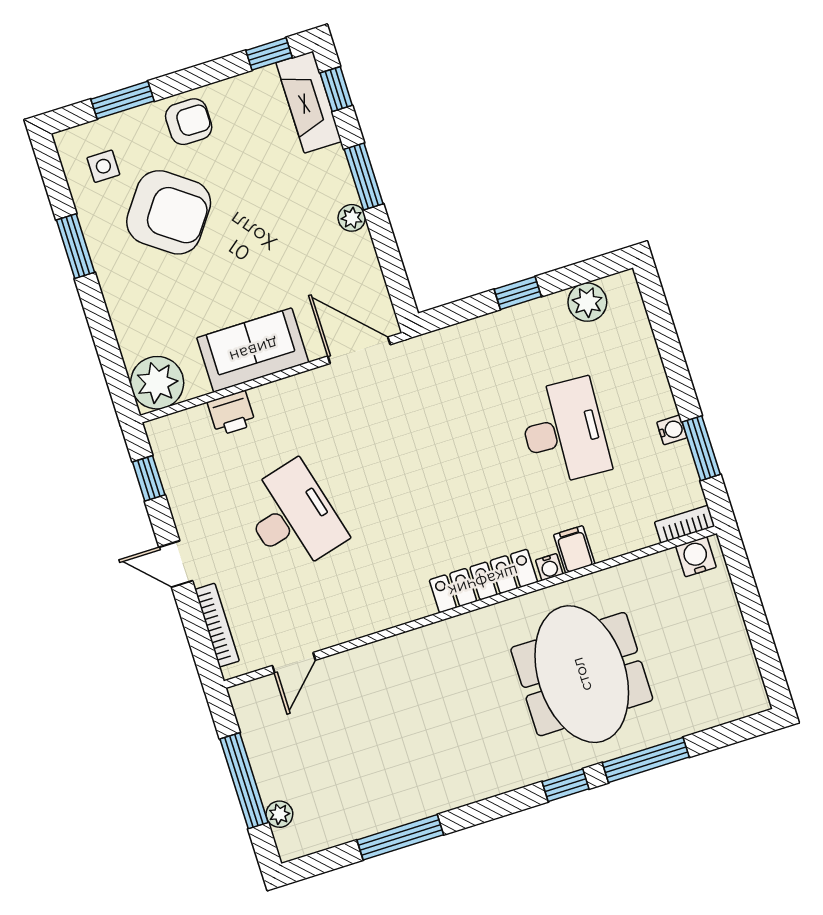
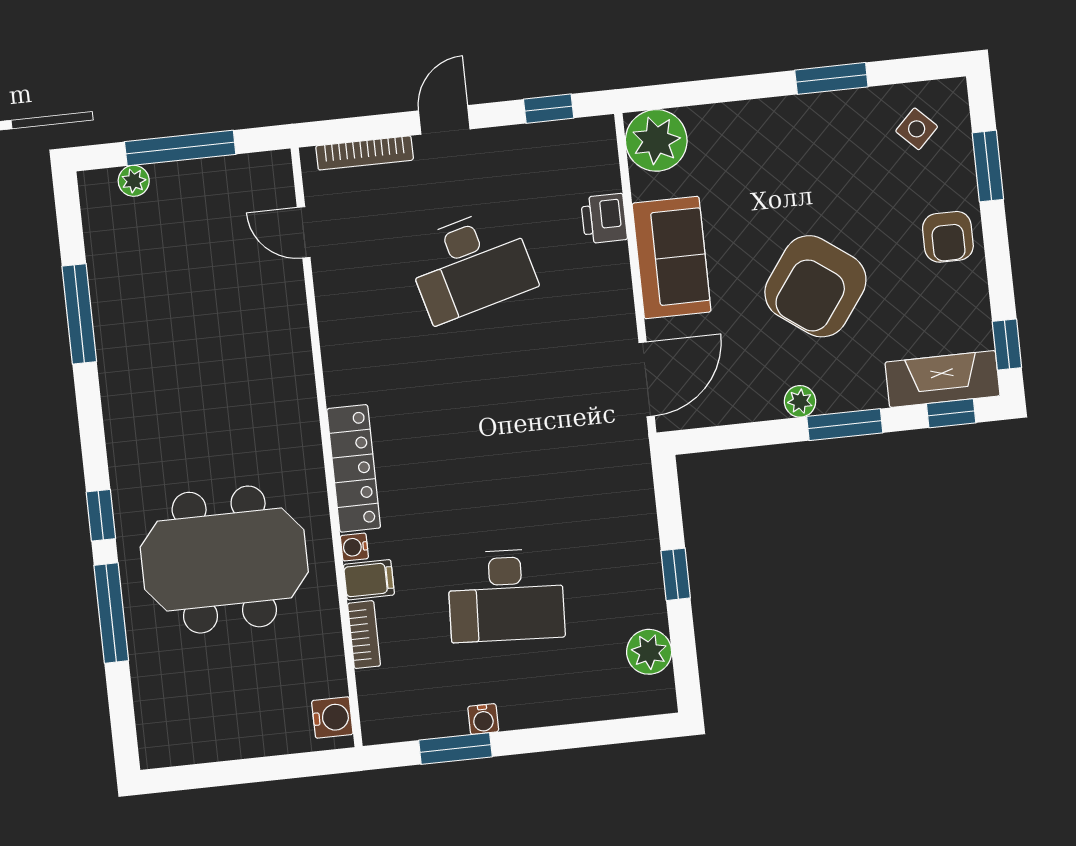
side table: (103, 166) -> (917, 129), turned 45
armchair: (169, 212) -> (815, 286), moved
bookcase: (685, 524) -> (364, 635), moved

